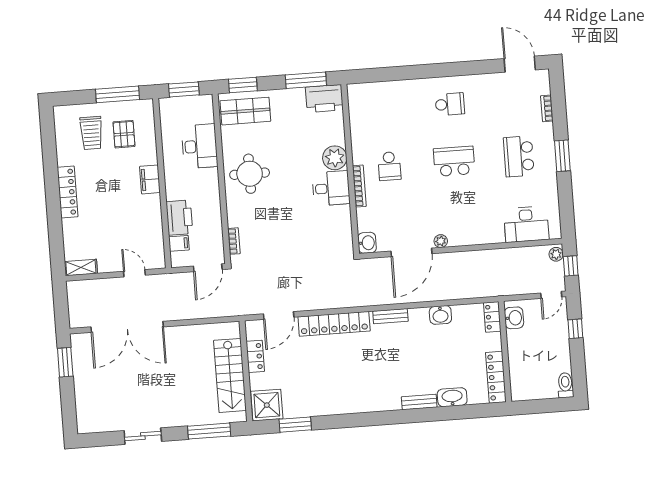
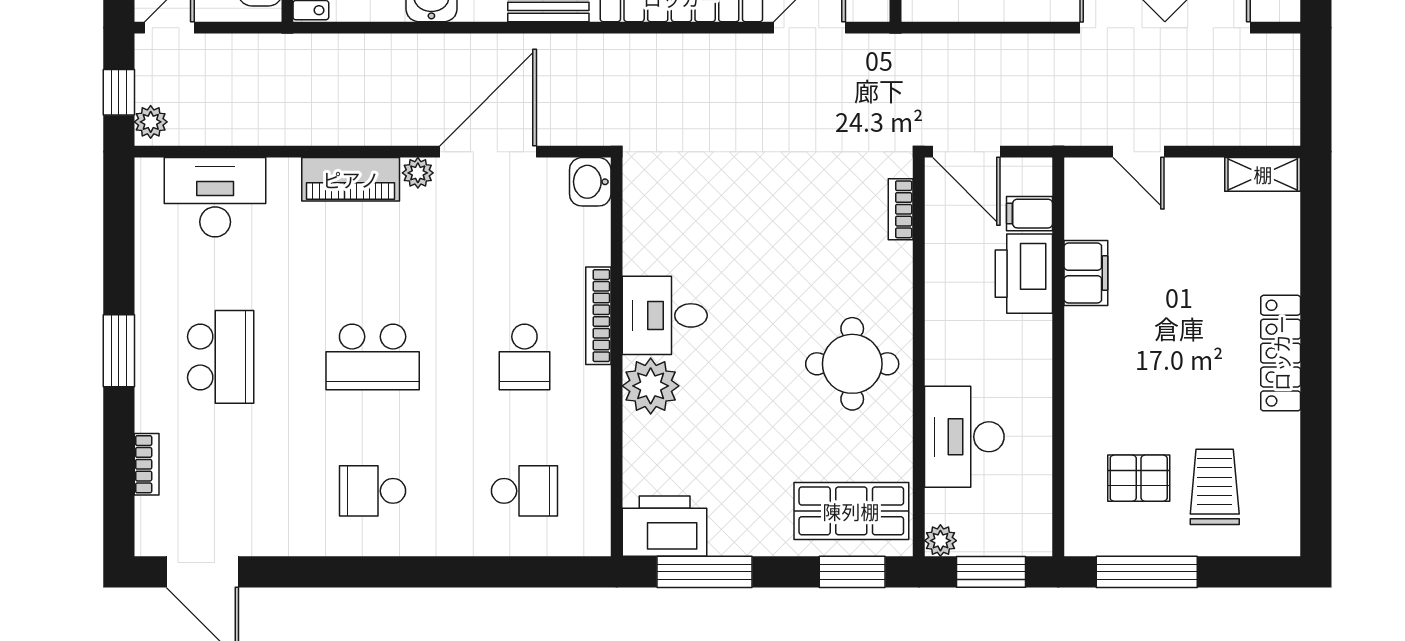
plant: (206, 101) -> (940, 541), added
school desk: (385, 109) -> (524, 491), added
pallet: (124, 134) -> (1139, 478), turned 90
school desk: (389, 166) -> (524, 357), turned 180
filing cabinet: (150, 179) -> (1086, 273), moved
piano: (469, 236) -> (351, 179), added
door: (208, 268) -> (966, 152), swing flipped

